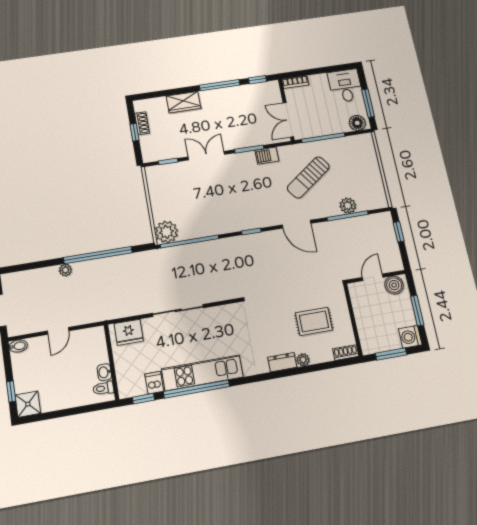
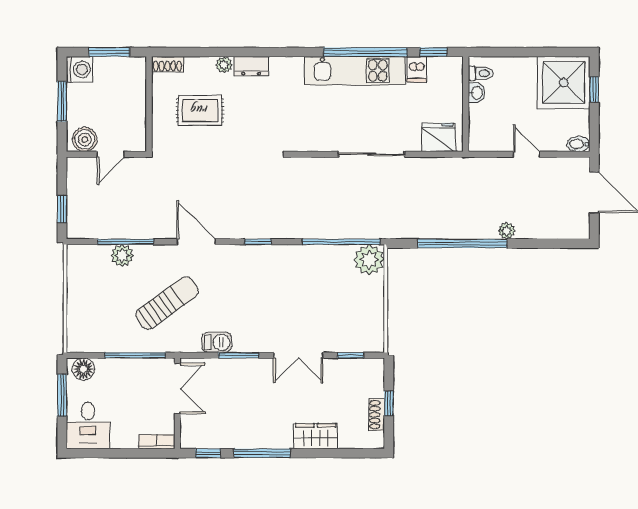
door: (58, 331) -> (527, 154), hinge flipped
shower: (28, 404) -> (564, 83), width x1.86, depth x1.86

